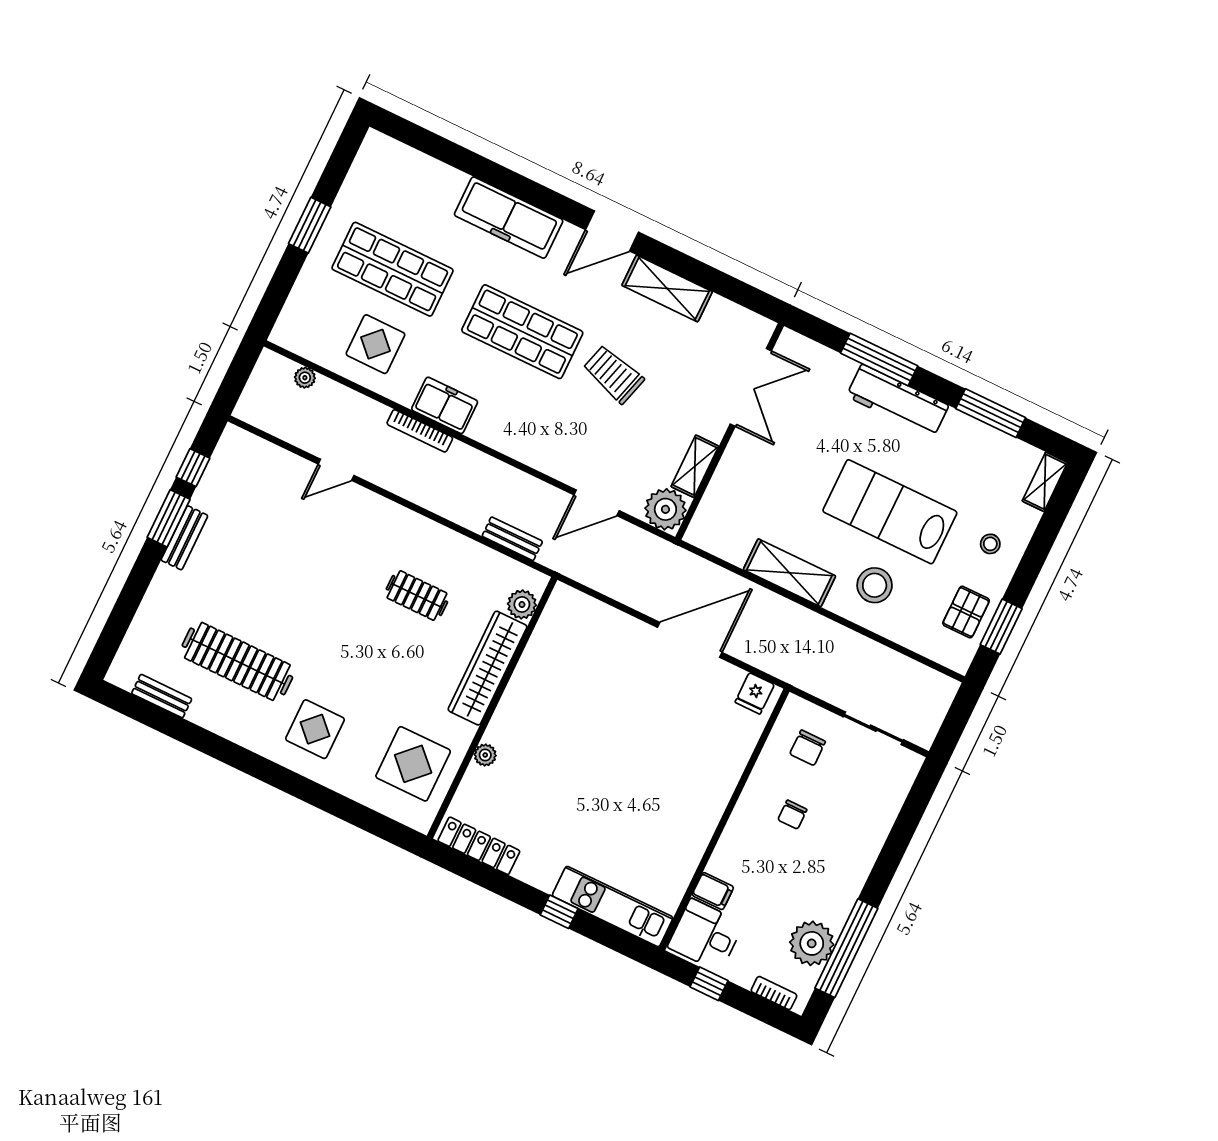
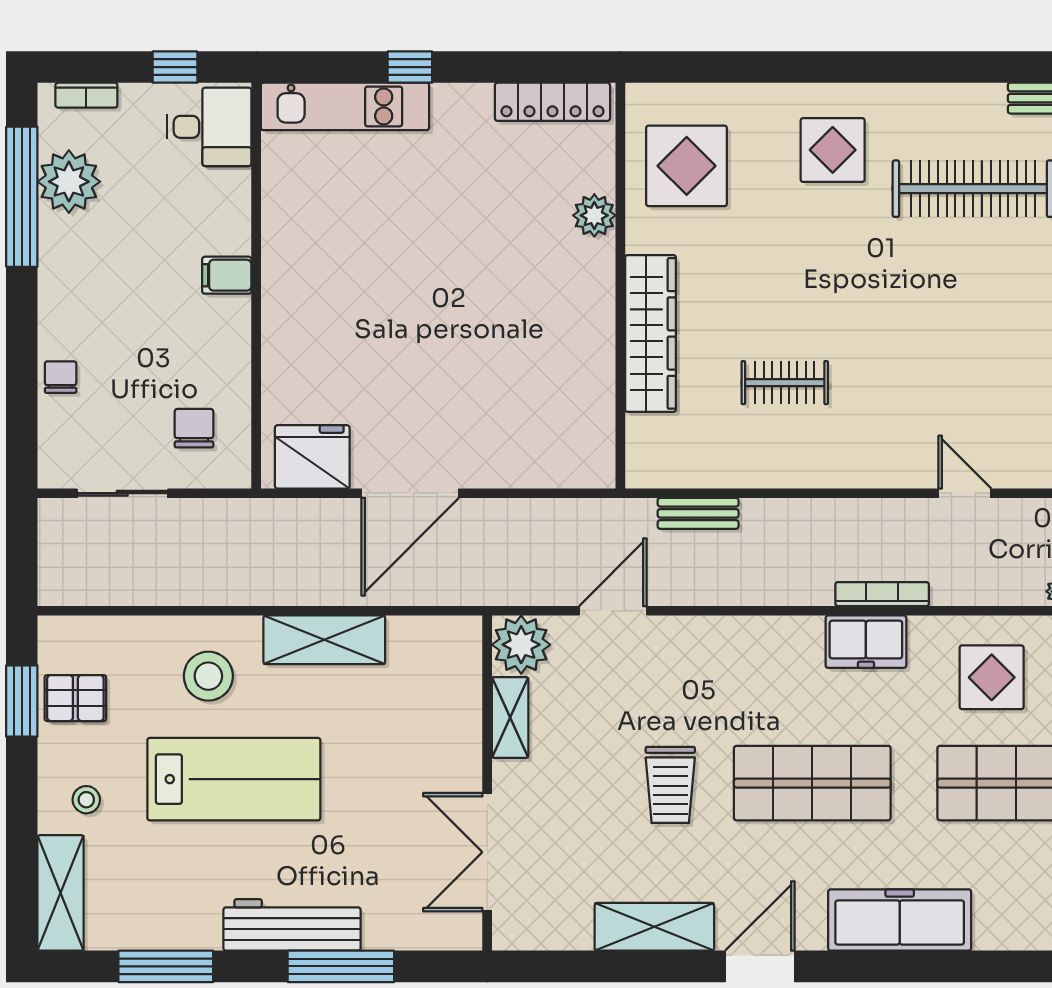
trolley: (613, 374) -> (670, 785), turned 74
door: (336, 470) -> (965, 493), hinge flipped
shelving: (1045, 482) -> (61, 893), width x1.50, depth x1.33
plant: (522, 604) -> (646, 436), removed
pallet: (966, 612) -> (75, 698), turned 90
fridge: (755, 693) -> (312, 457), width x1.88, depth x1.34
plant: (485, 755) -> (594, 215), width x1.38, depth x1.38
chair: (792, 815) -> (61, 377), moved
filing cabinet: (713, 891) -> (227, 275), moved

